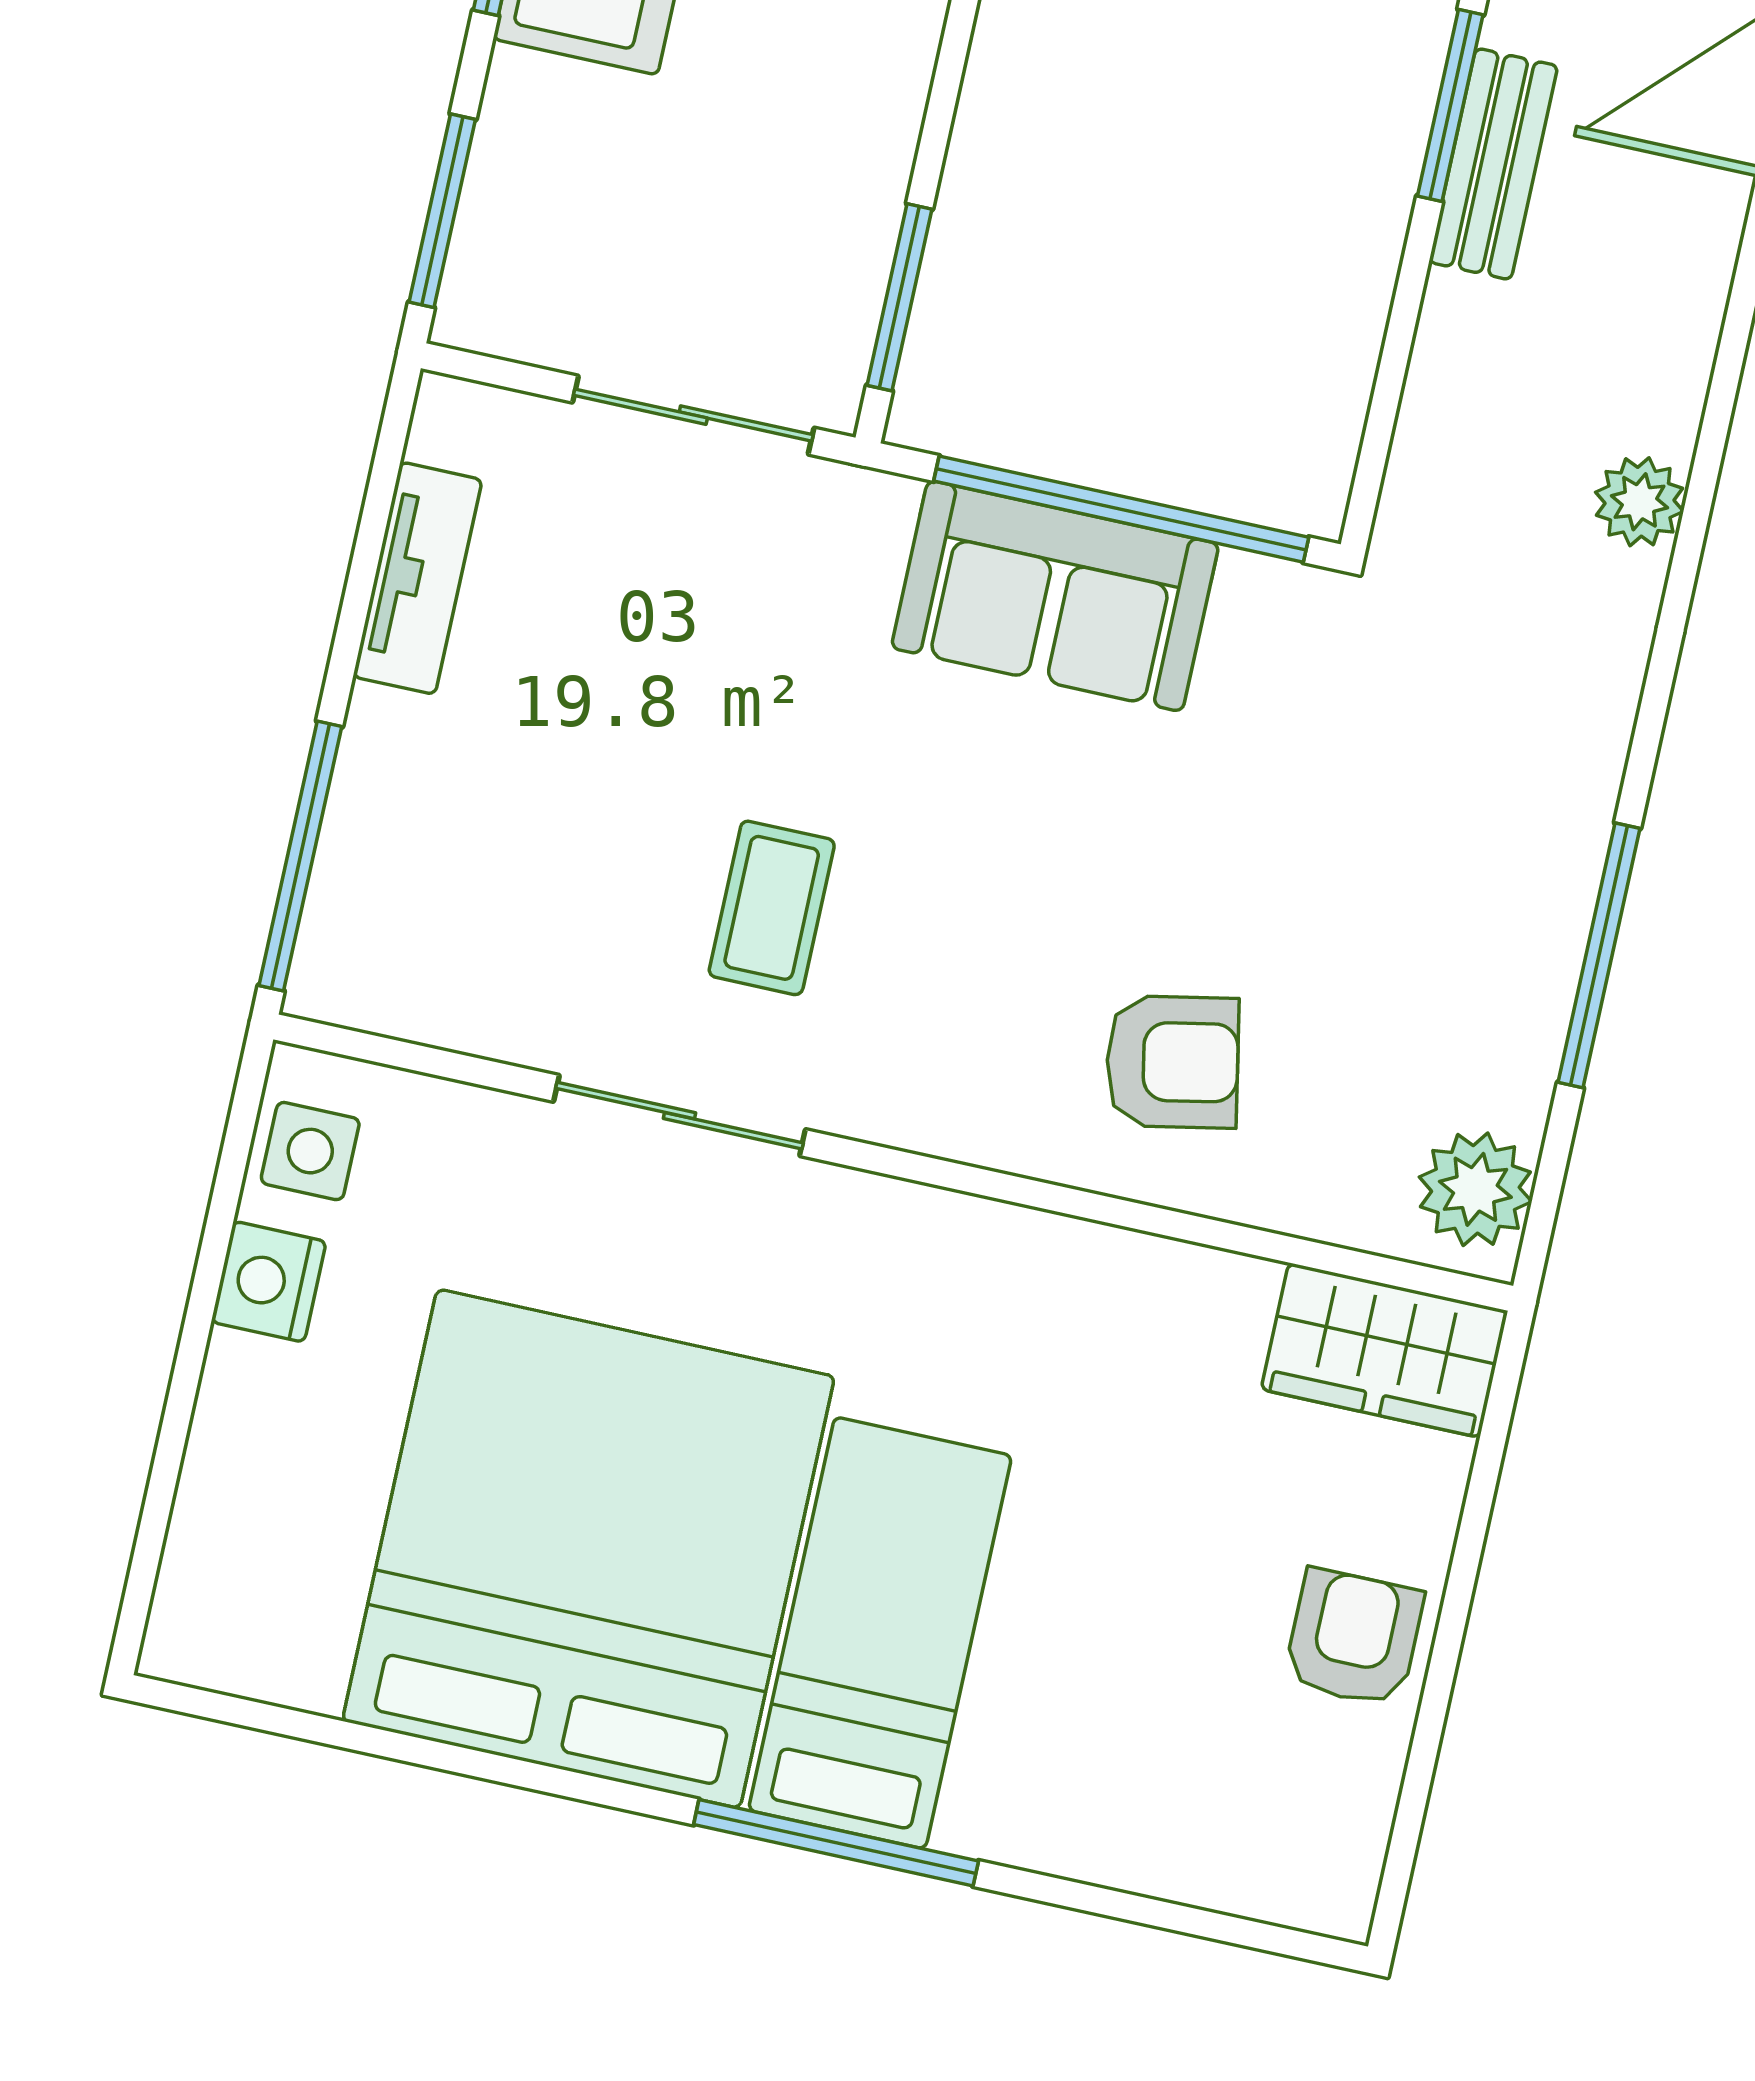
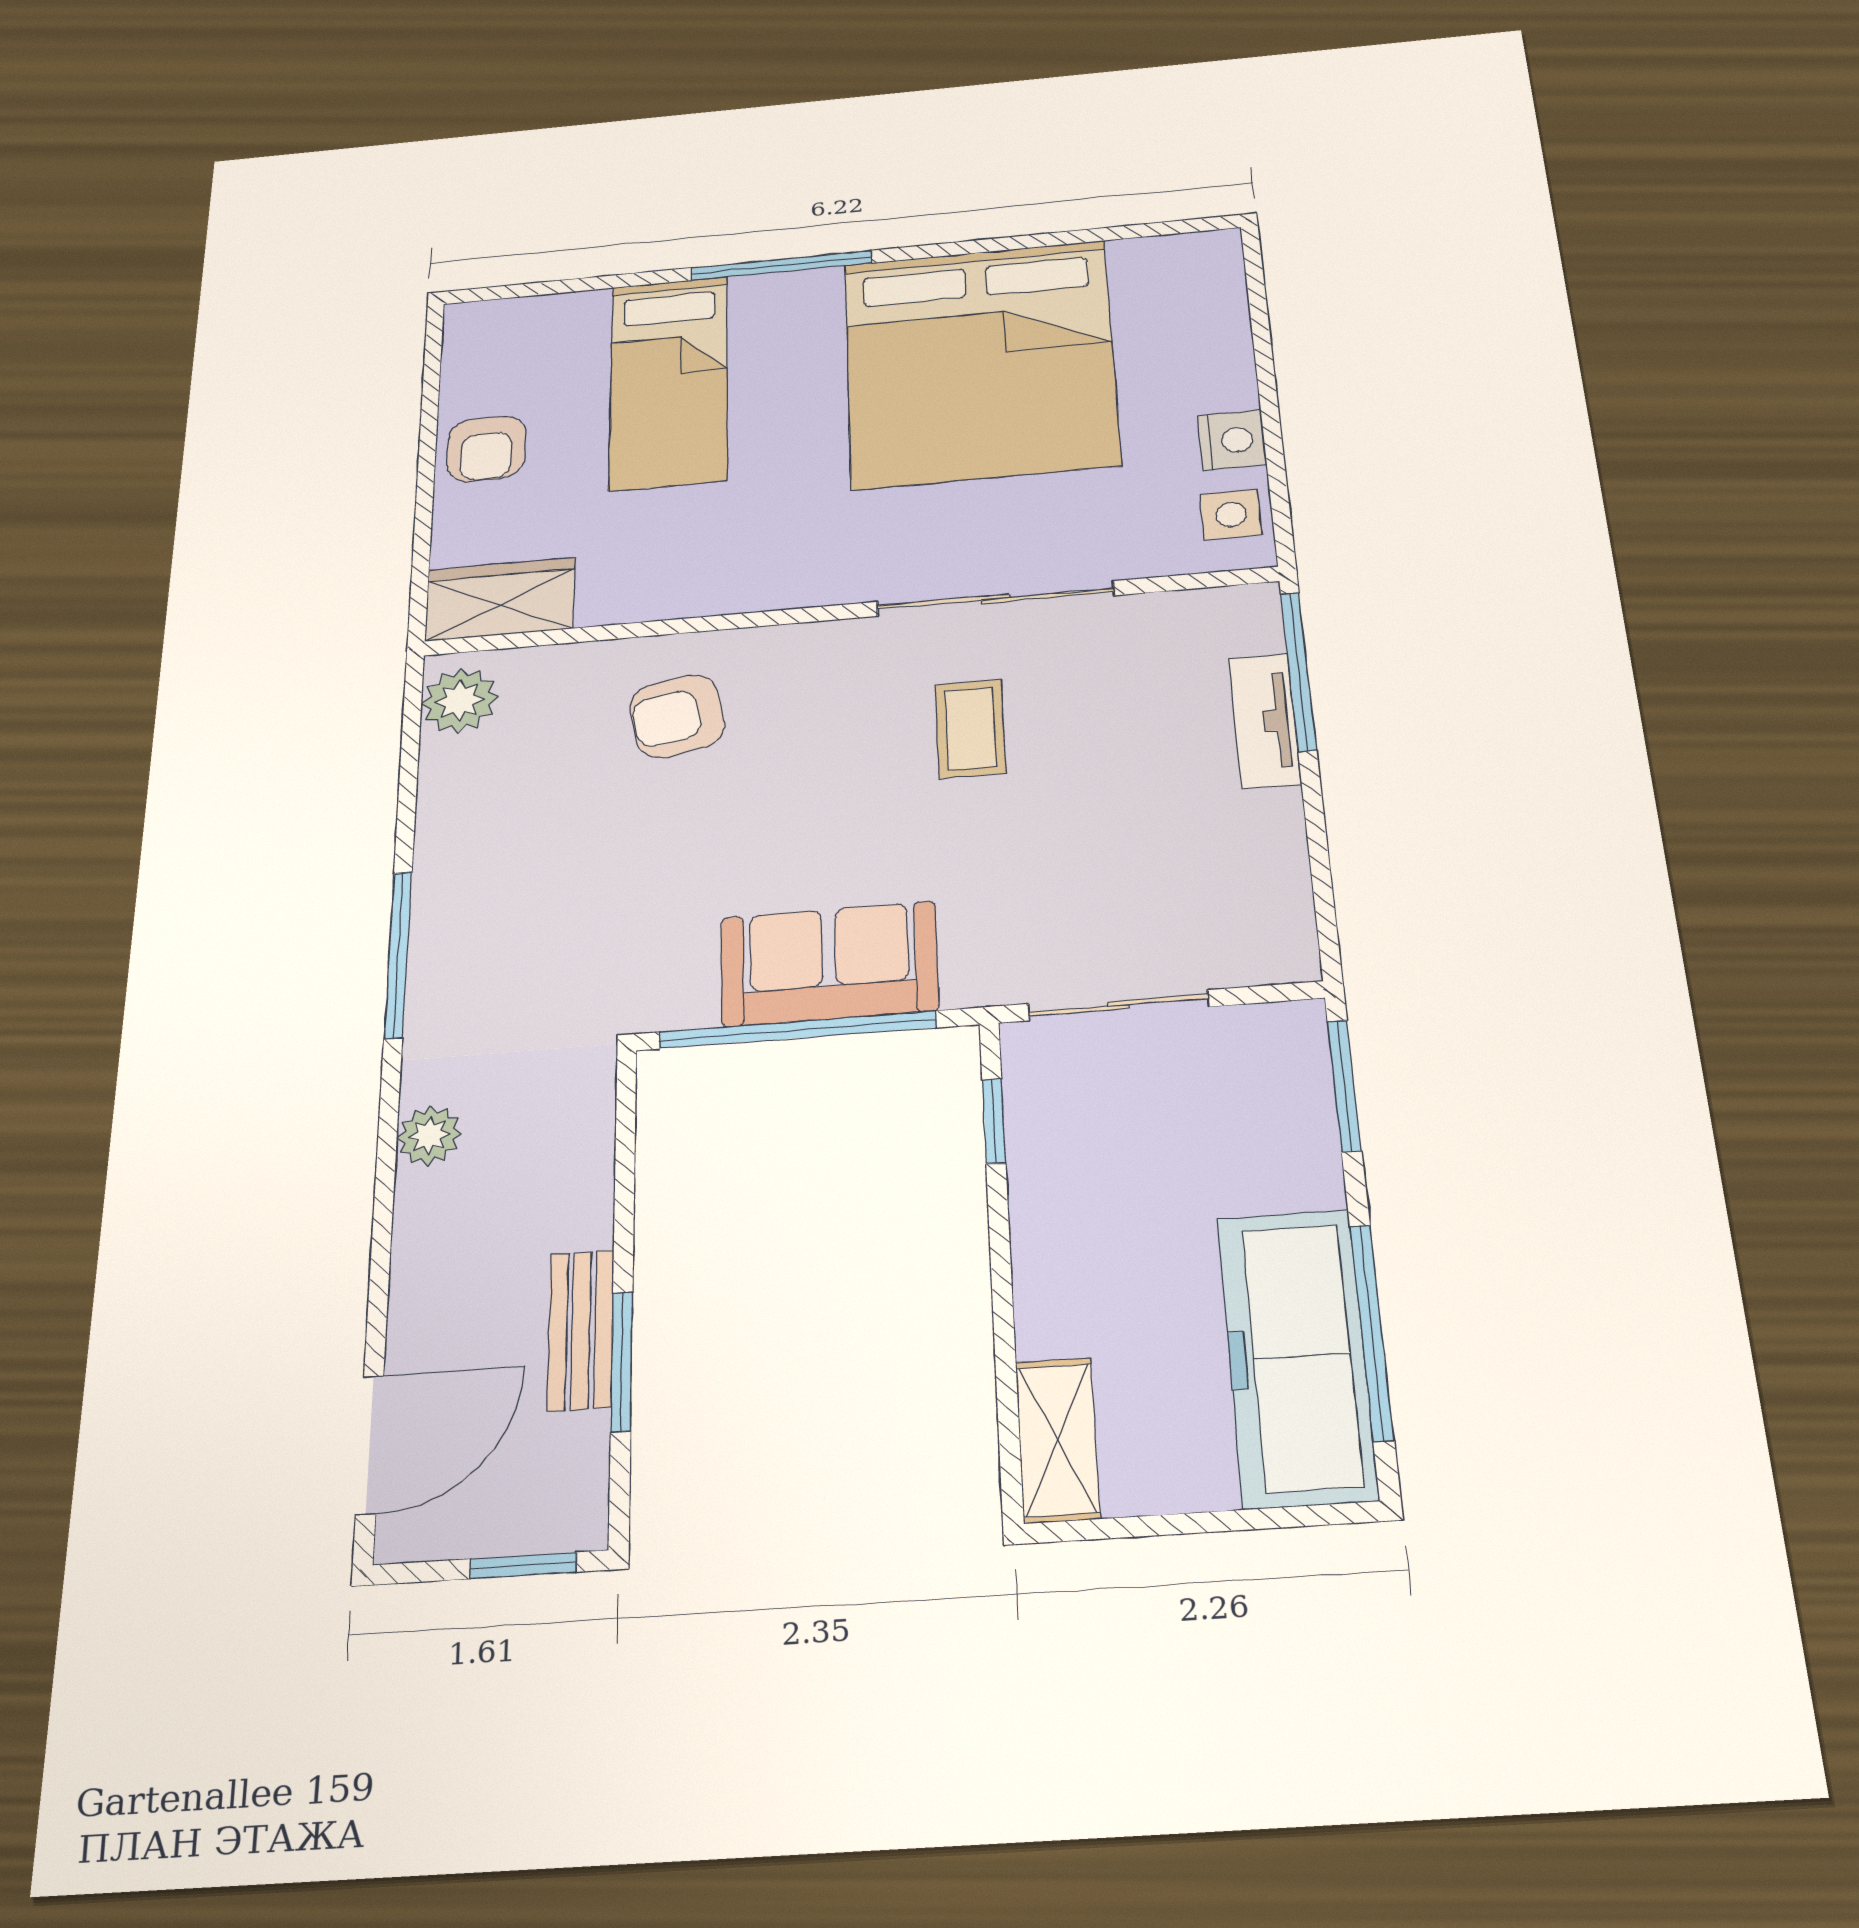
window: (899, 297) -> (994, 1121), width x0.67
tv unit: (418, 578) -> (1265, 721), moved
window: (1599, 955) -> (398, 954), moved
sliding door: (679, 1116) -> (995, 599), width x1.37
bed: (880, 1633) -> (669, 382), moved

